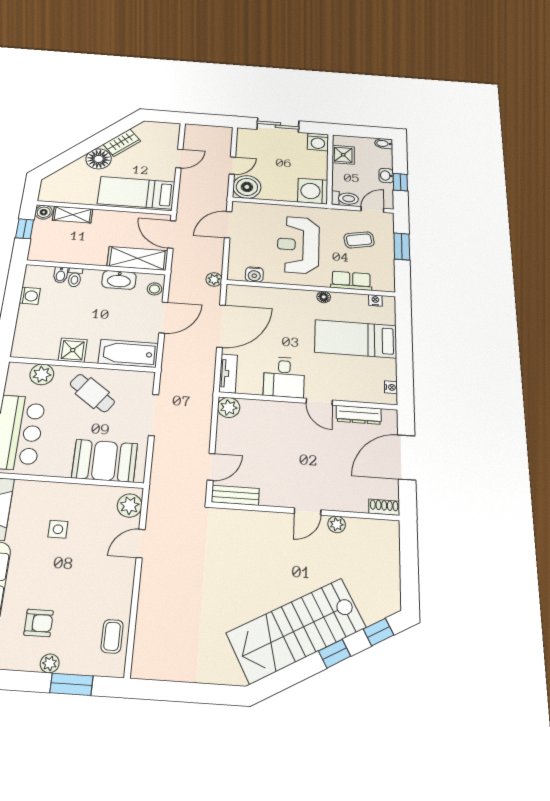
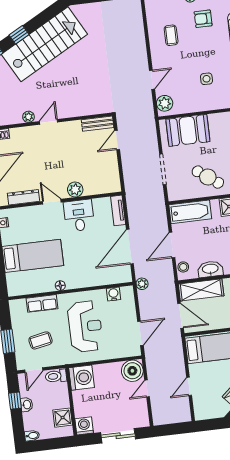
nightstand: (375, 300) -> (22, 291), removed
plant: (229, 408) -> (75, 190), moved
coffee table: (112, 636) -> (171, 35), moved

